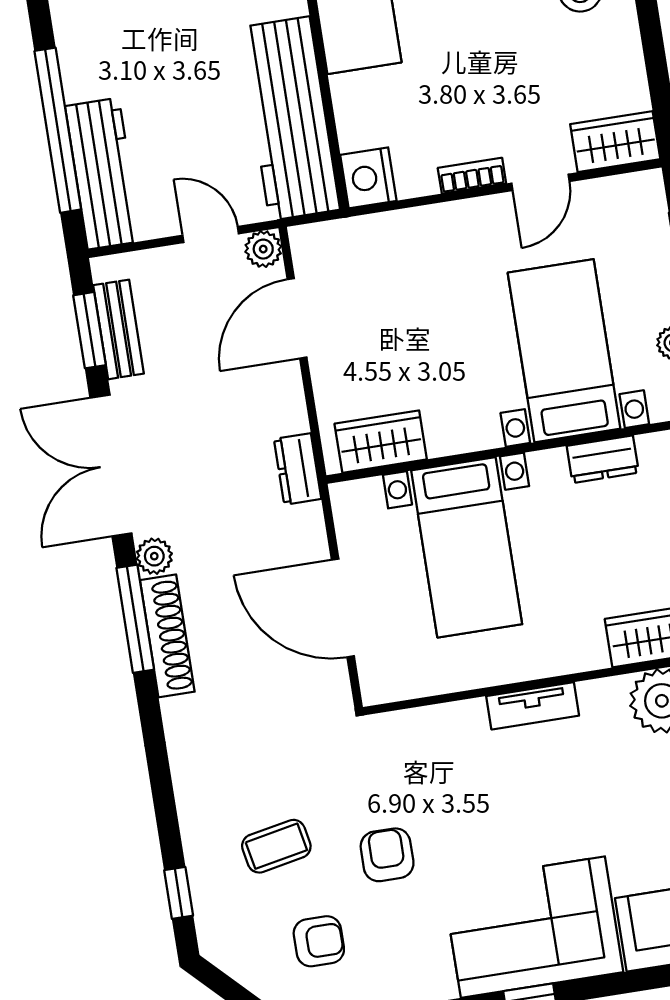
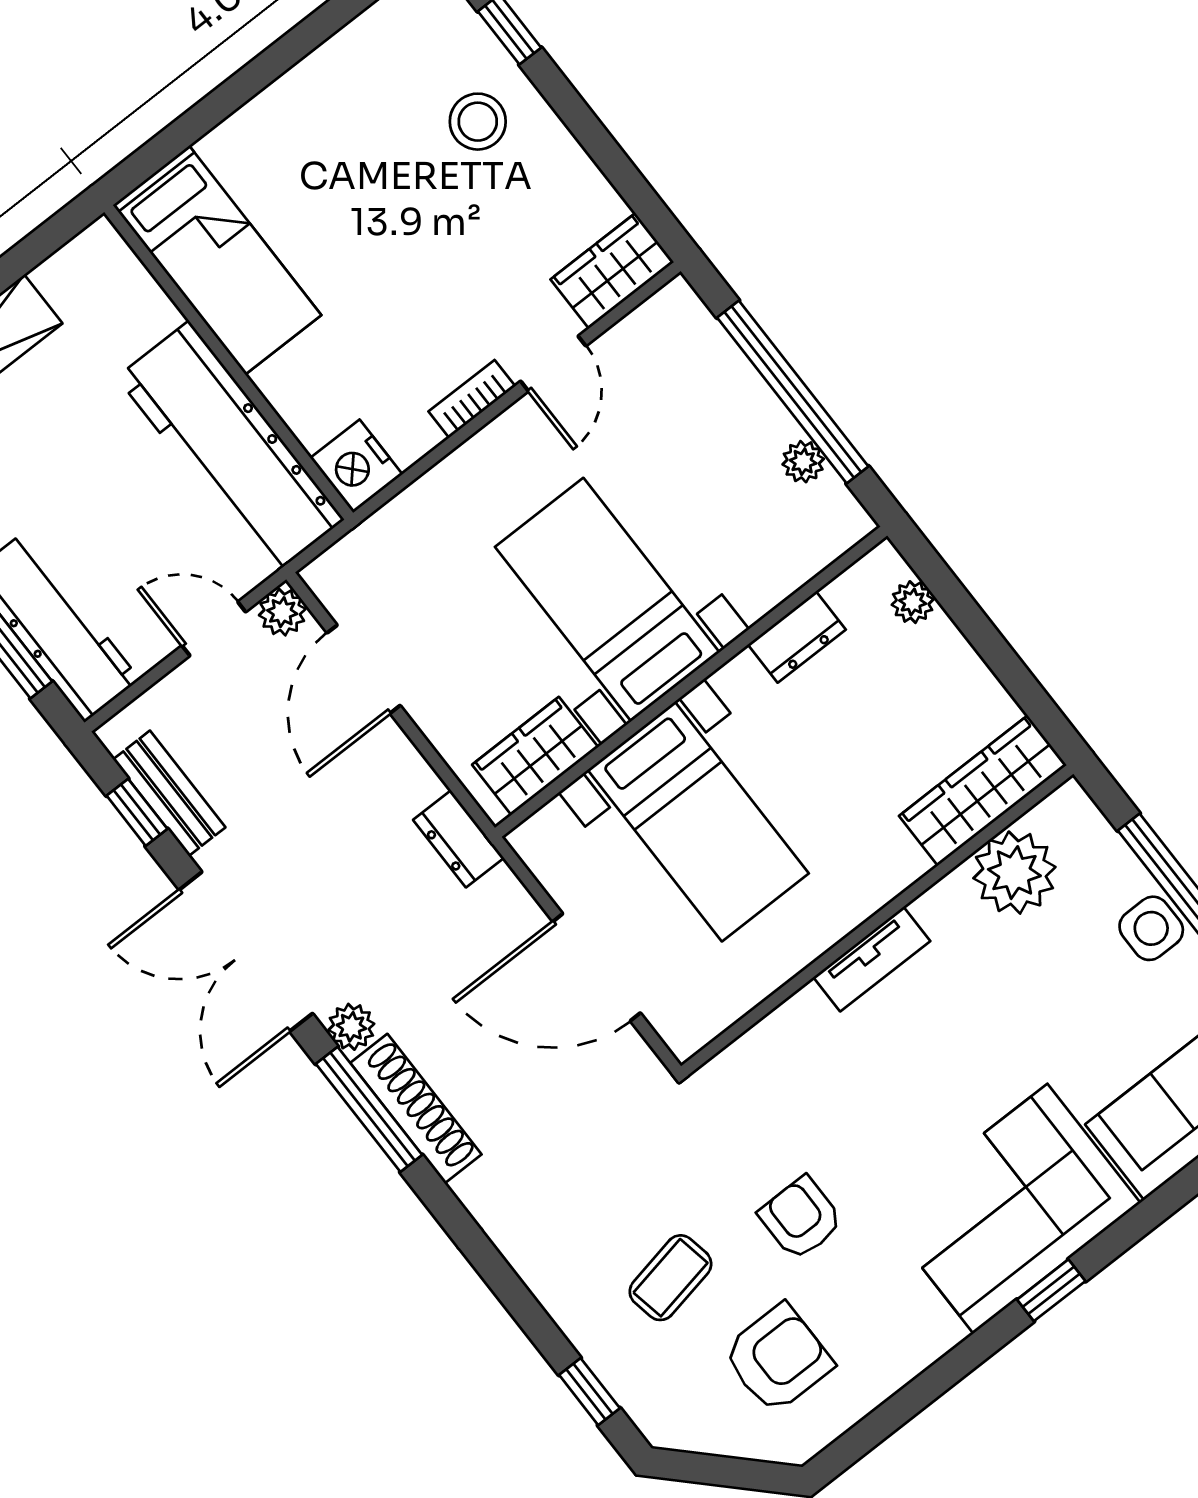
window: (89, 330) -> (137, 812), width x0.67
bed with nightstands: (564, 351) -> (607, 600), moved
armchair: (319, 941) -> (778, 1358), width x1.38, depth x1.38

